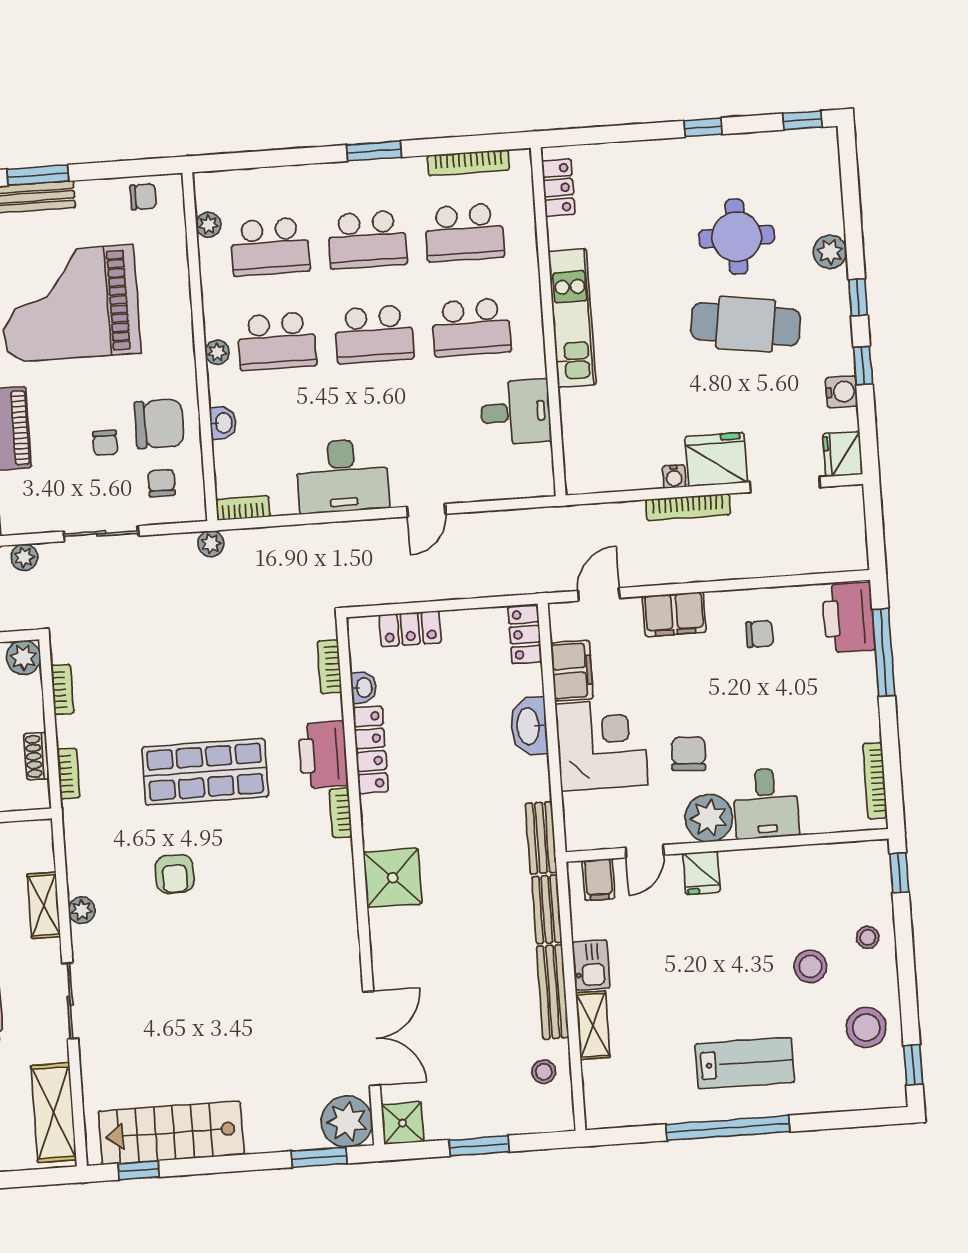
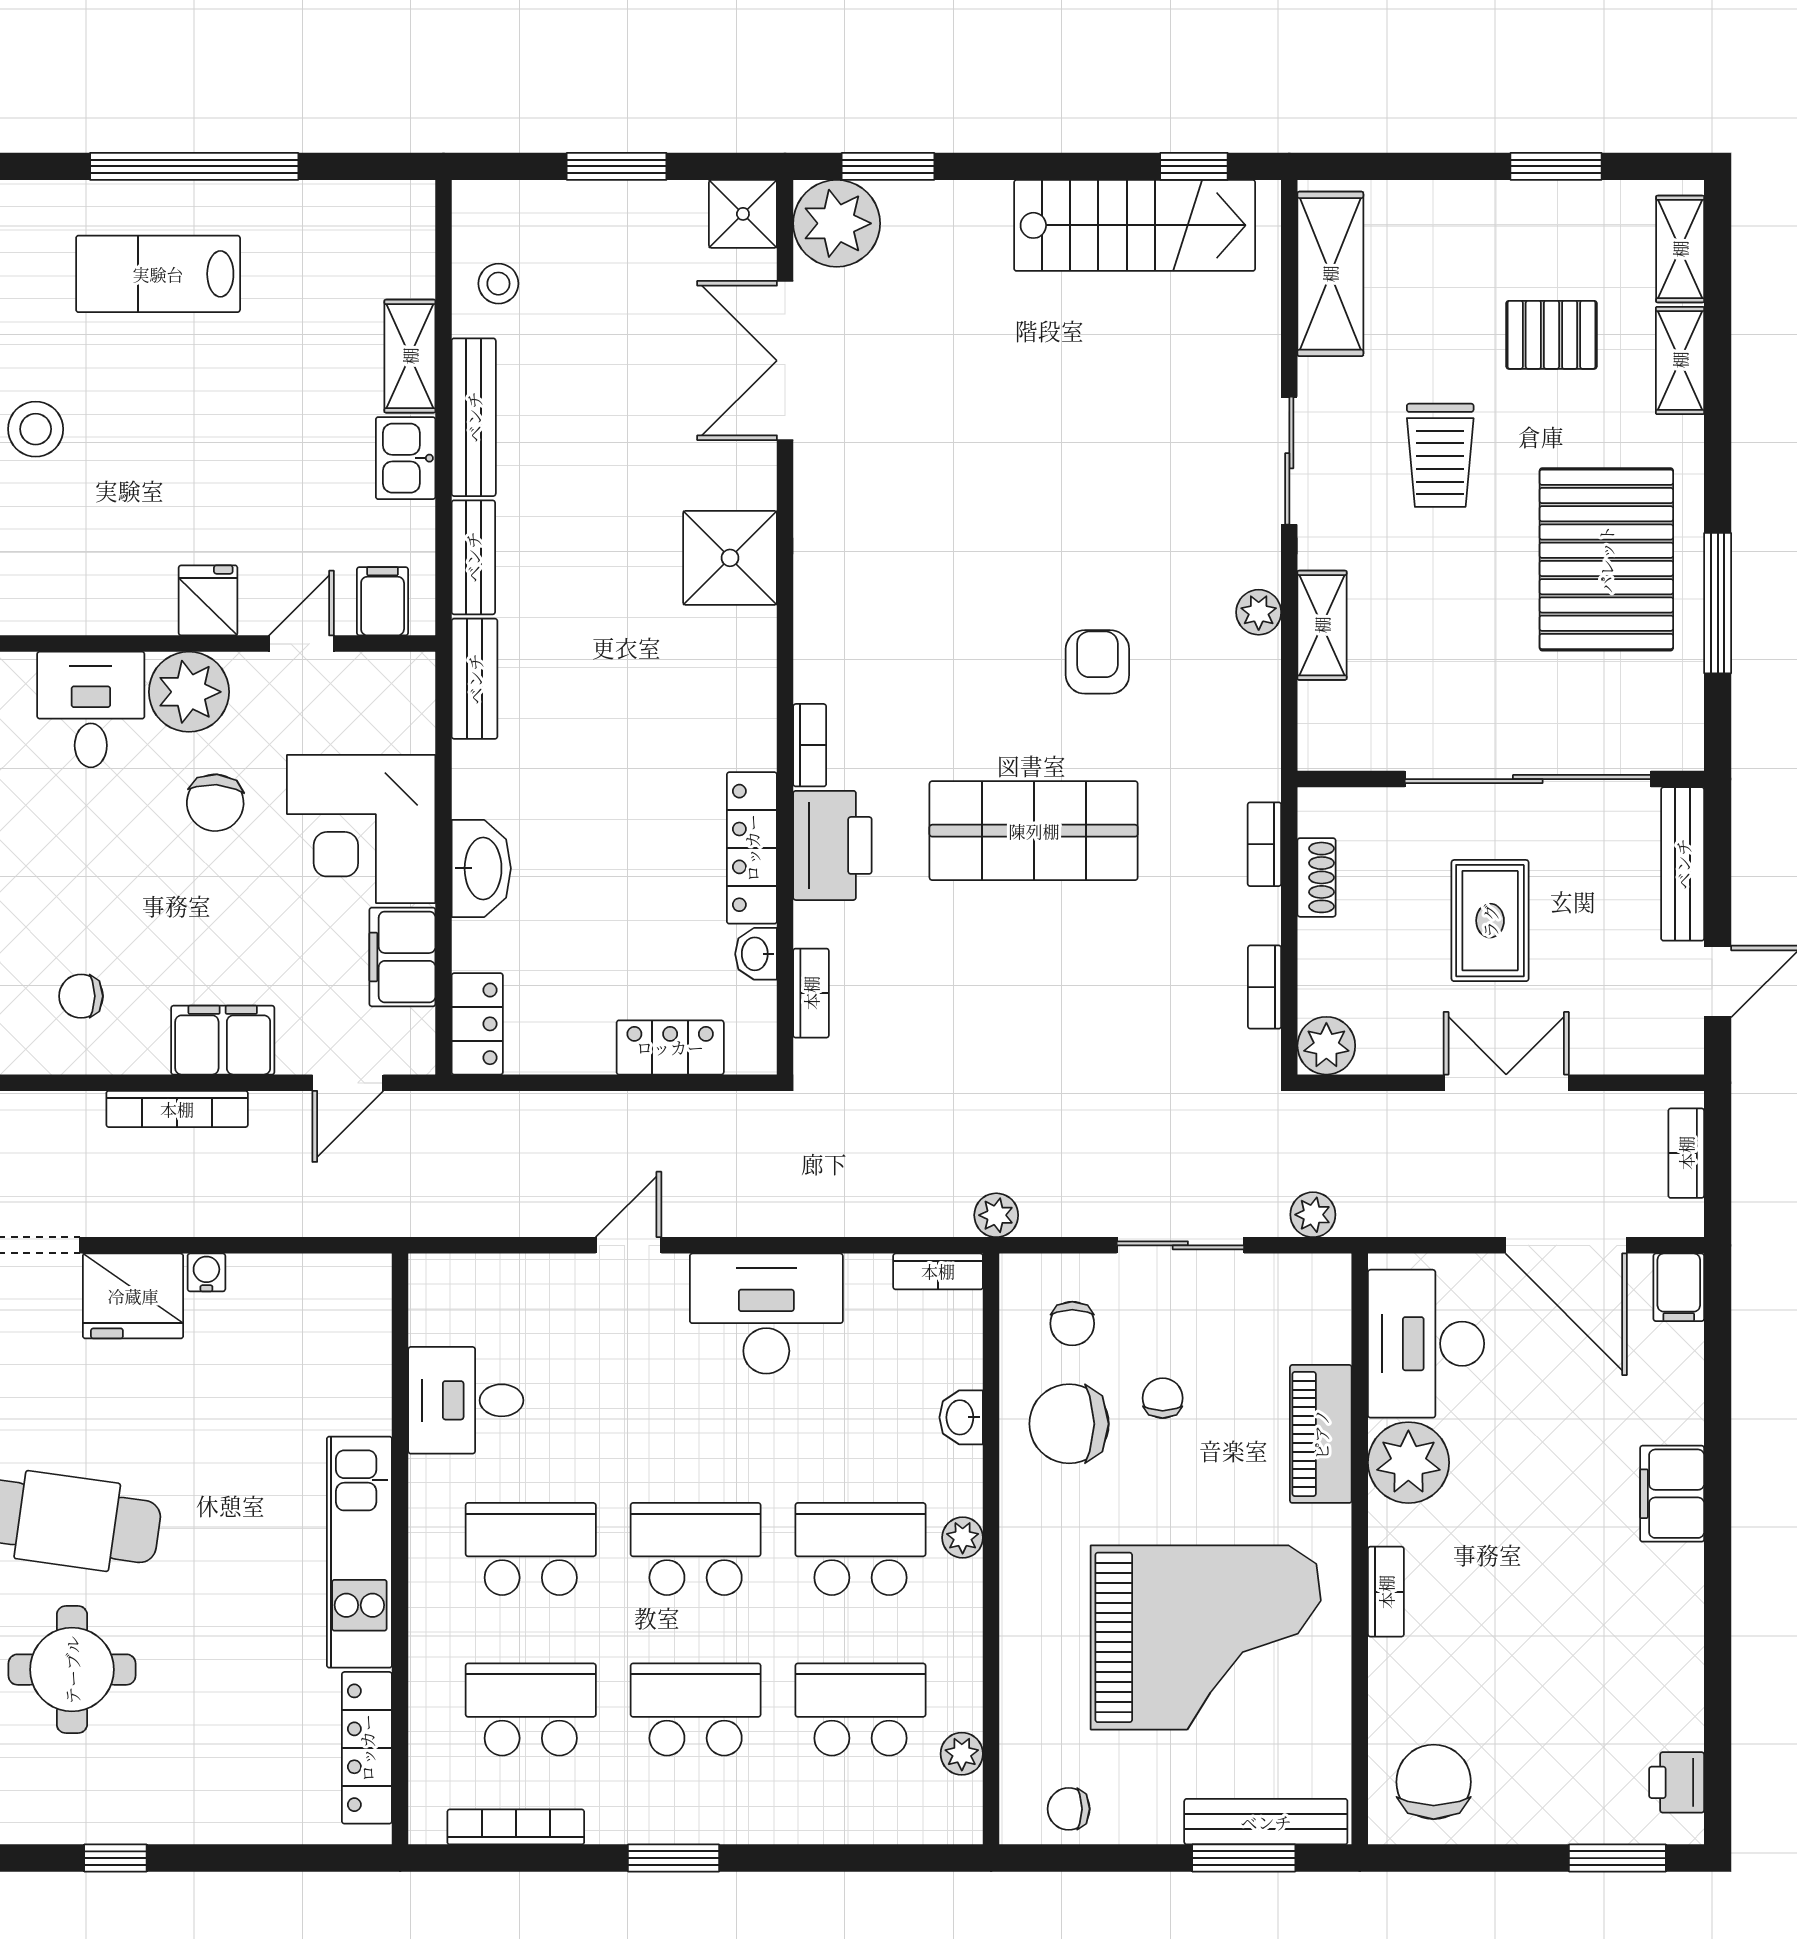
locker: (558, 188) -> (367, 1748), width x1.53
bookcase: (688, 507) -> (177, 1109), moved, turned 180
shower: (393, 878) -> (730, 558), moved

